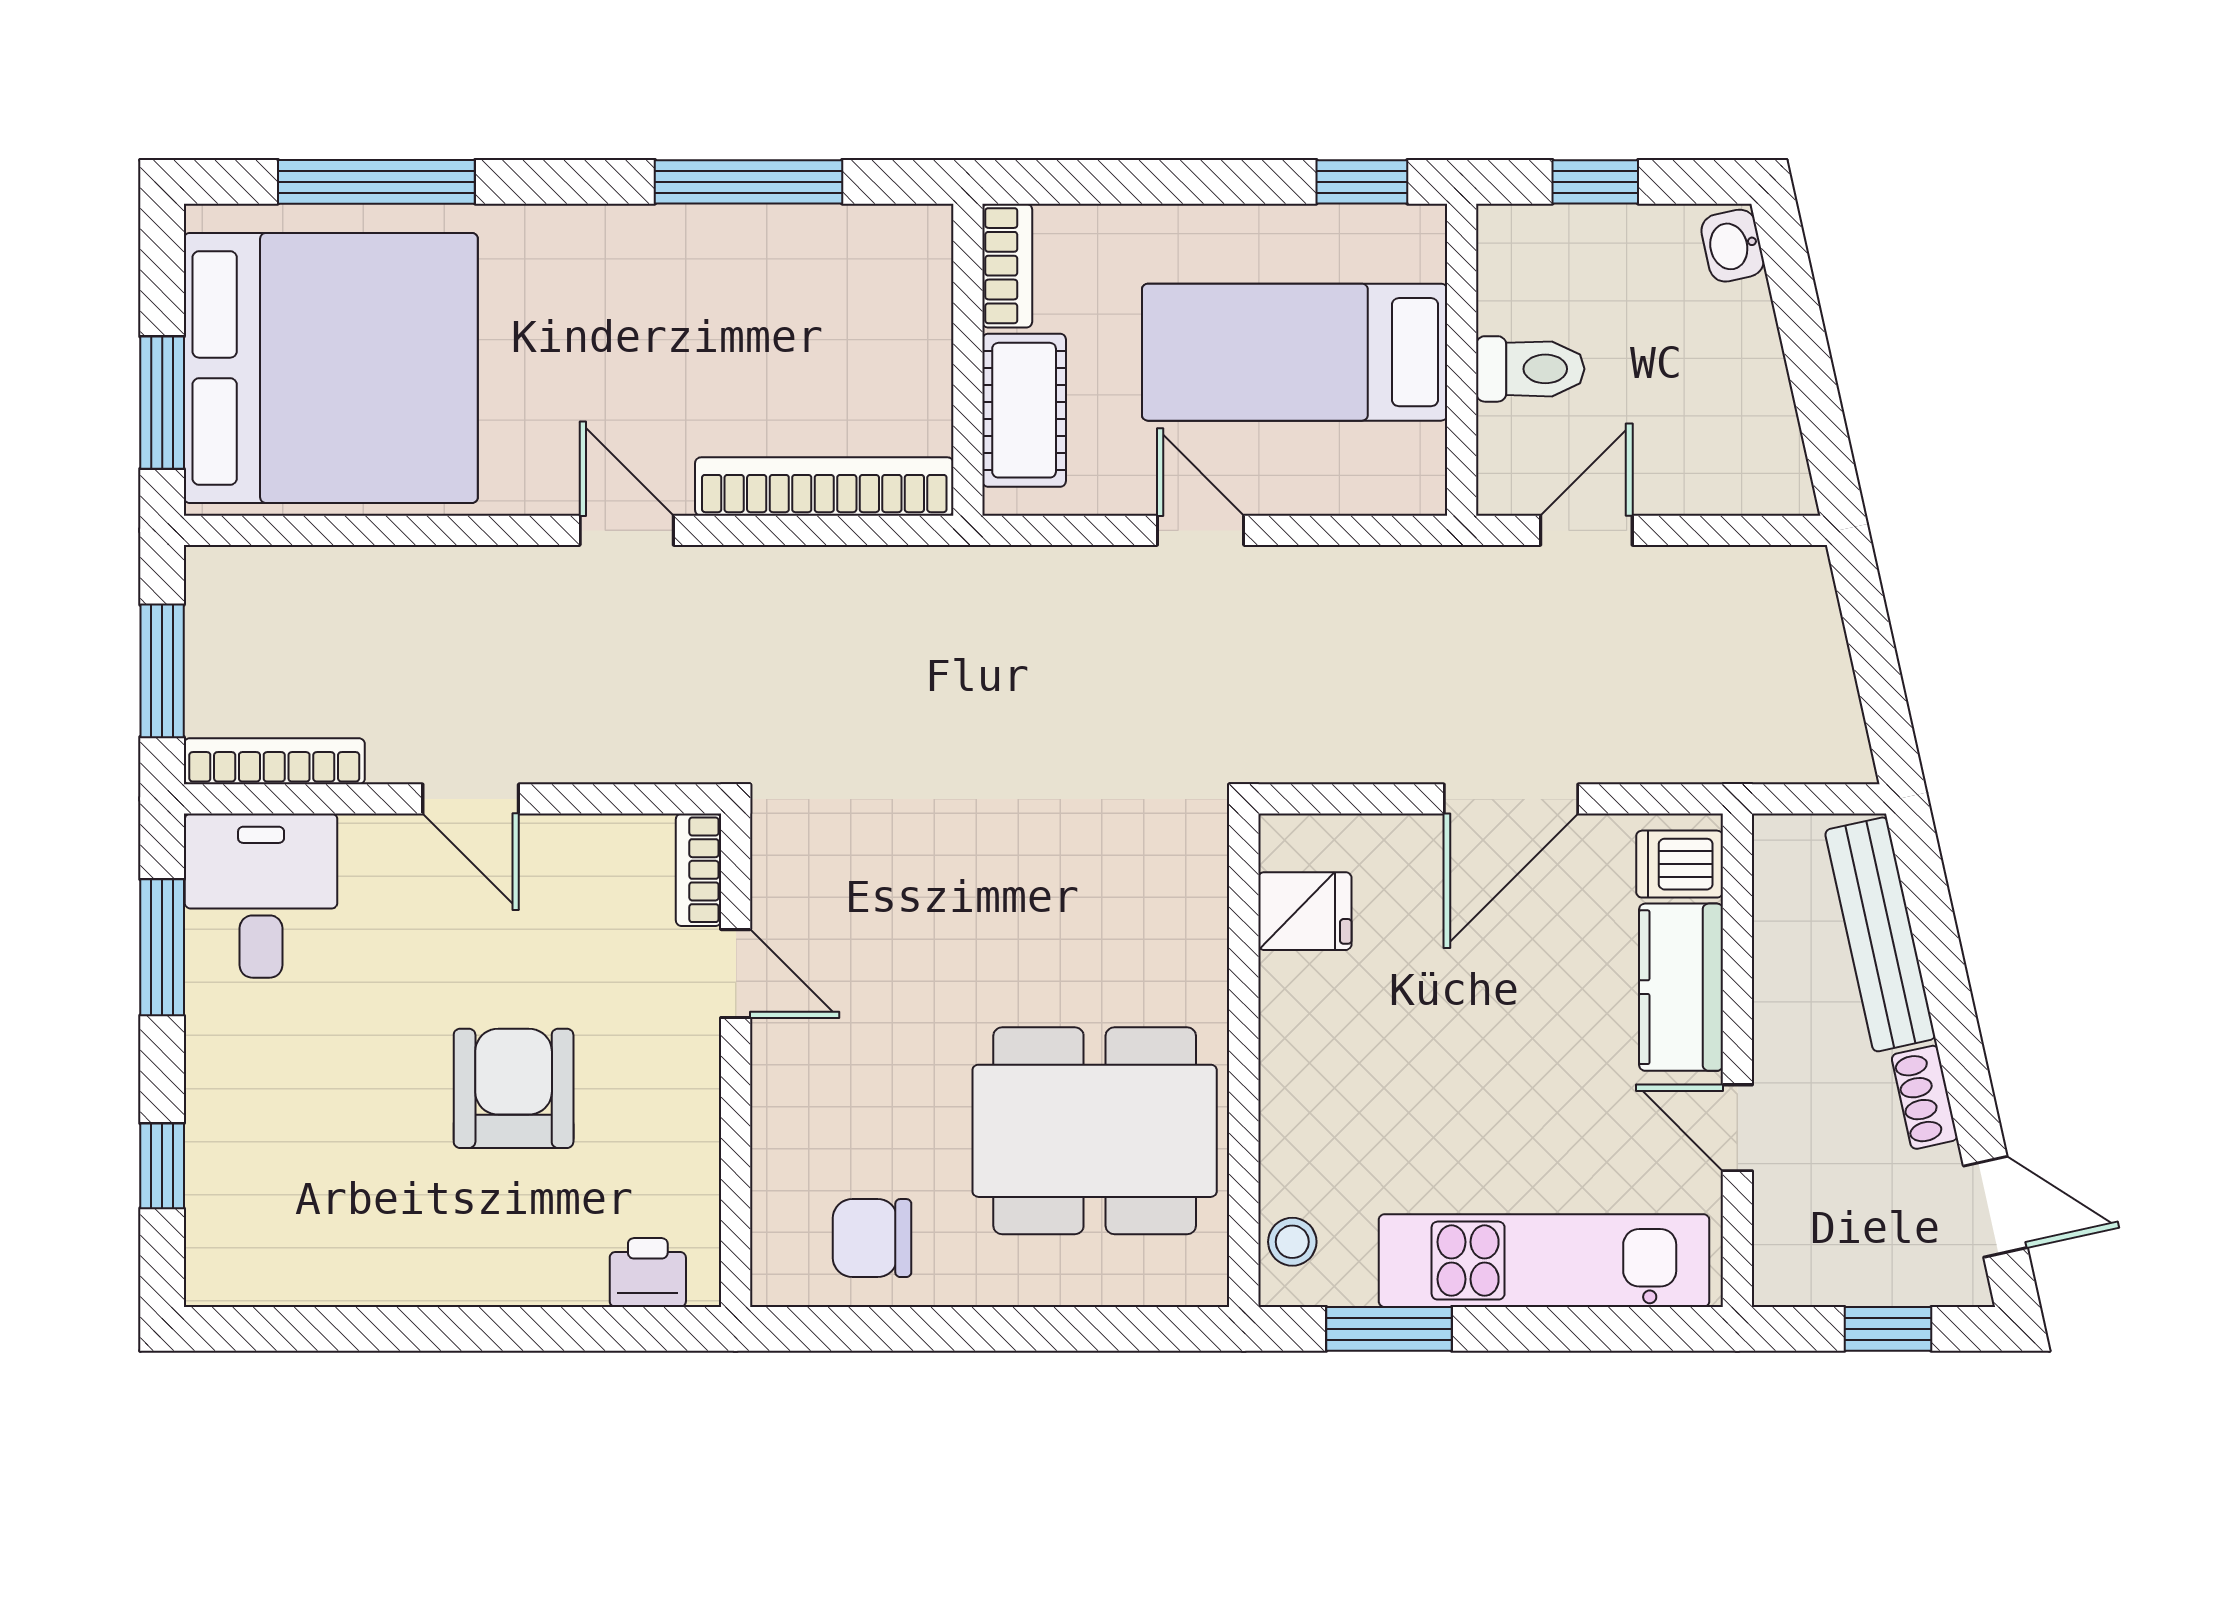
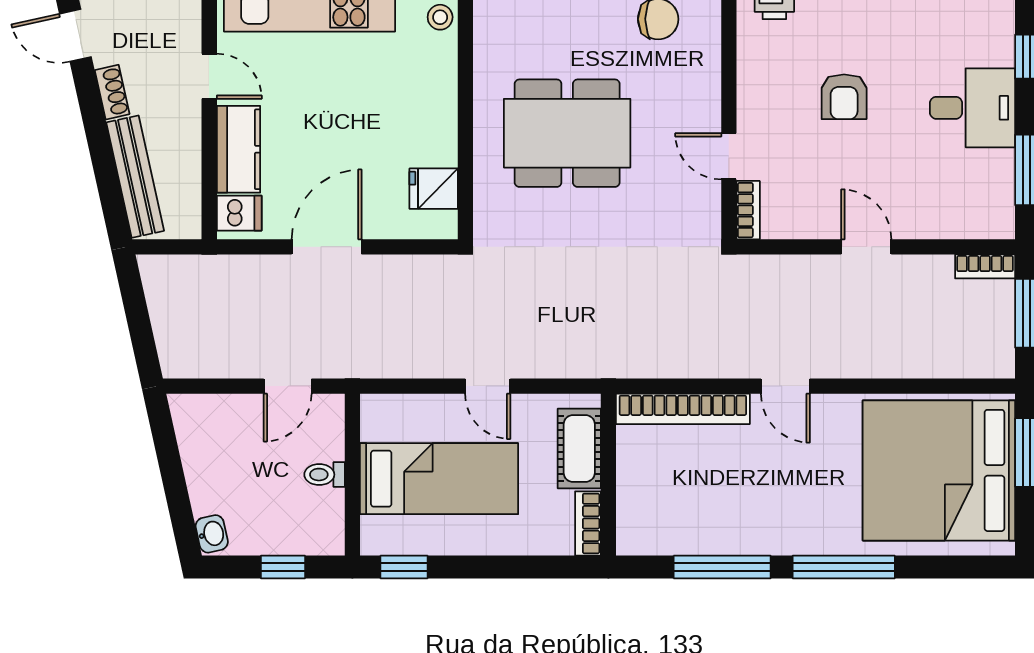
window: (376, 182) -> (844, 567), moved
toilet: (1530, 369) -> (325, 475), width x0.73, depth x0.72
bookcase: (274, 761) -> (985, 266), width x0.64
desk: (261, 896) -> (972, 108), moved, turned -90
armchair: (514, 1088) -> (844, 97), width x0.72, depth x0.72
dining table: (1095, 1131) -> (567, 133), moved

